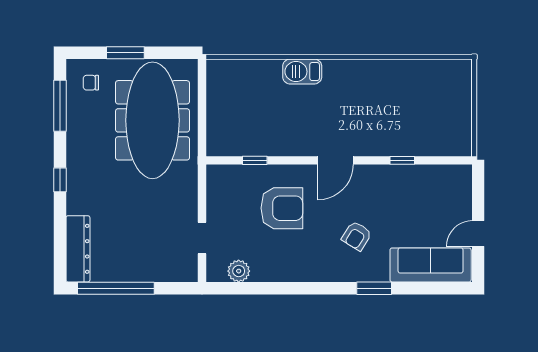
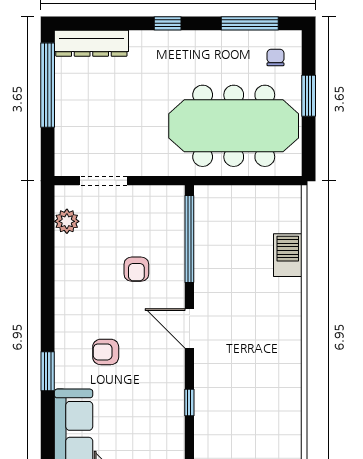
barbecue: (302, 72) -> (288, 255), moved
window: (255, 160) -> (189, 239), width x3.17
armchair: (282, 208) -> (136, 269), width x0.53, depth x0.53
armchair: (357, 236) -> (106, 352), turned -32
doorway: (202, 238) -> (103, 181), width x1.38

